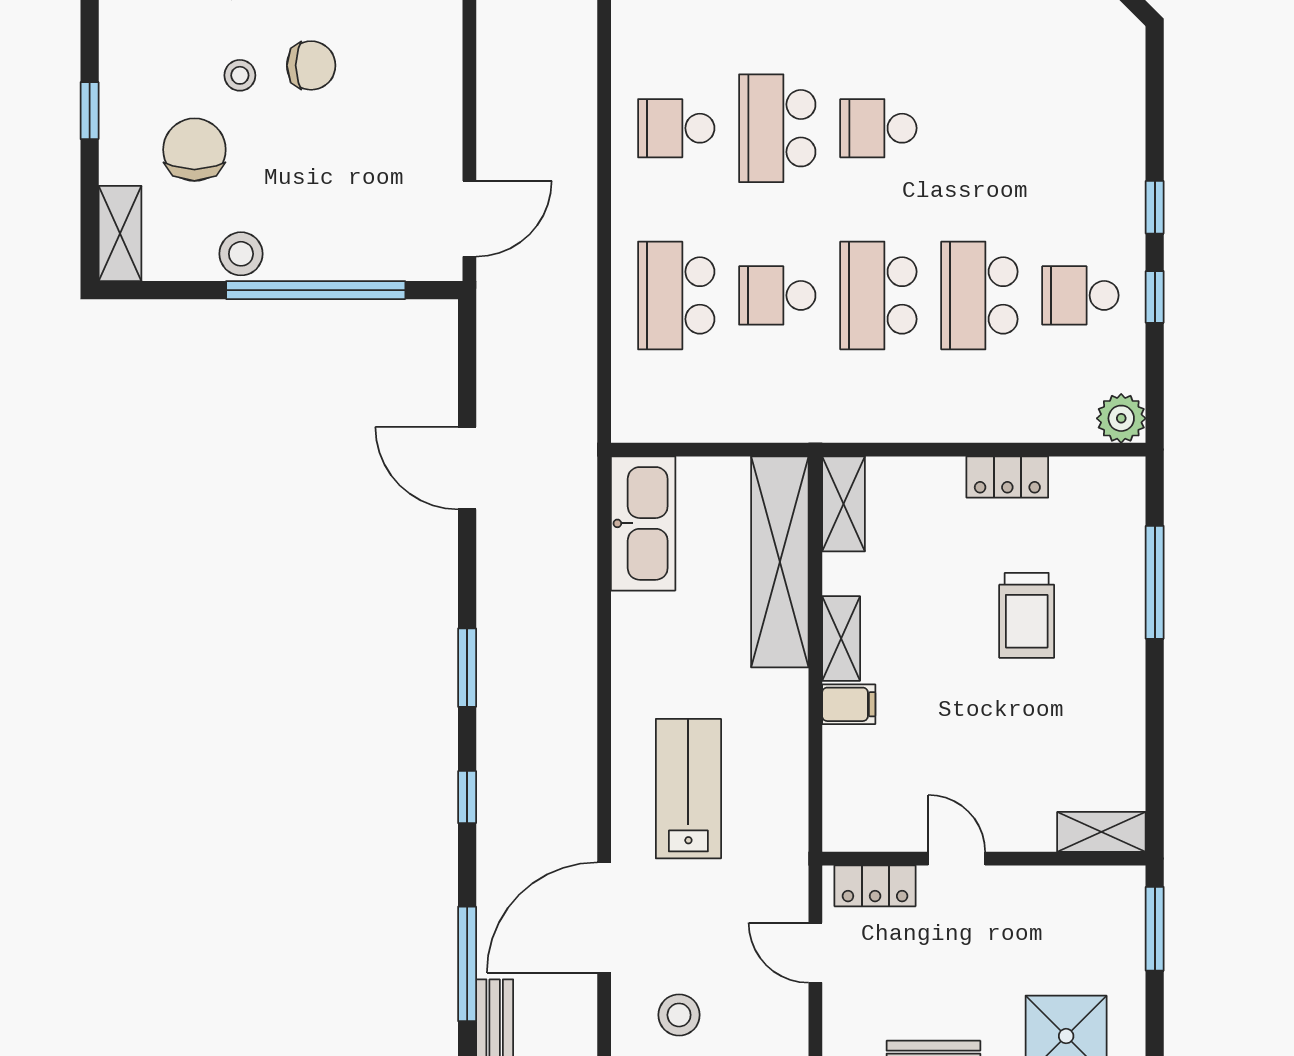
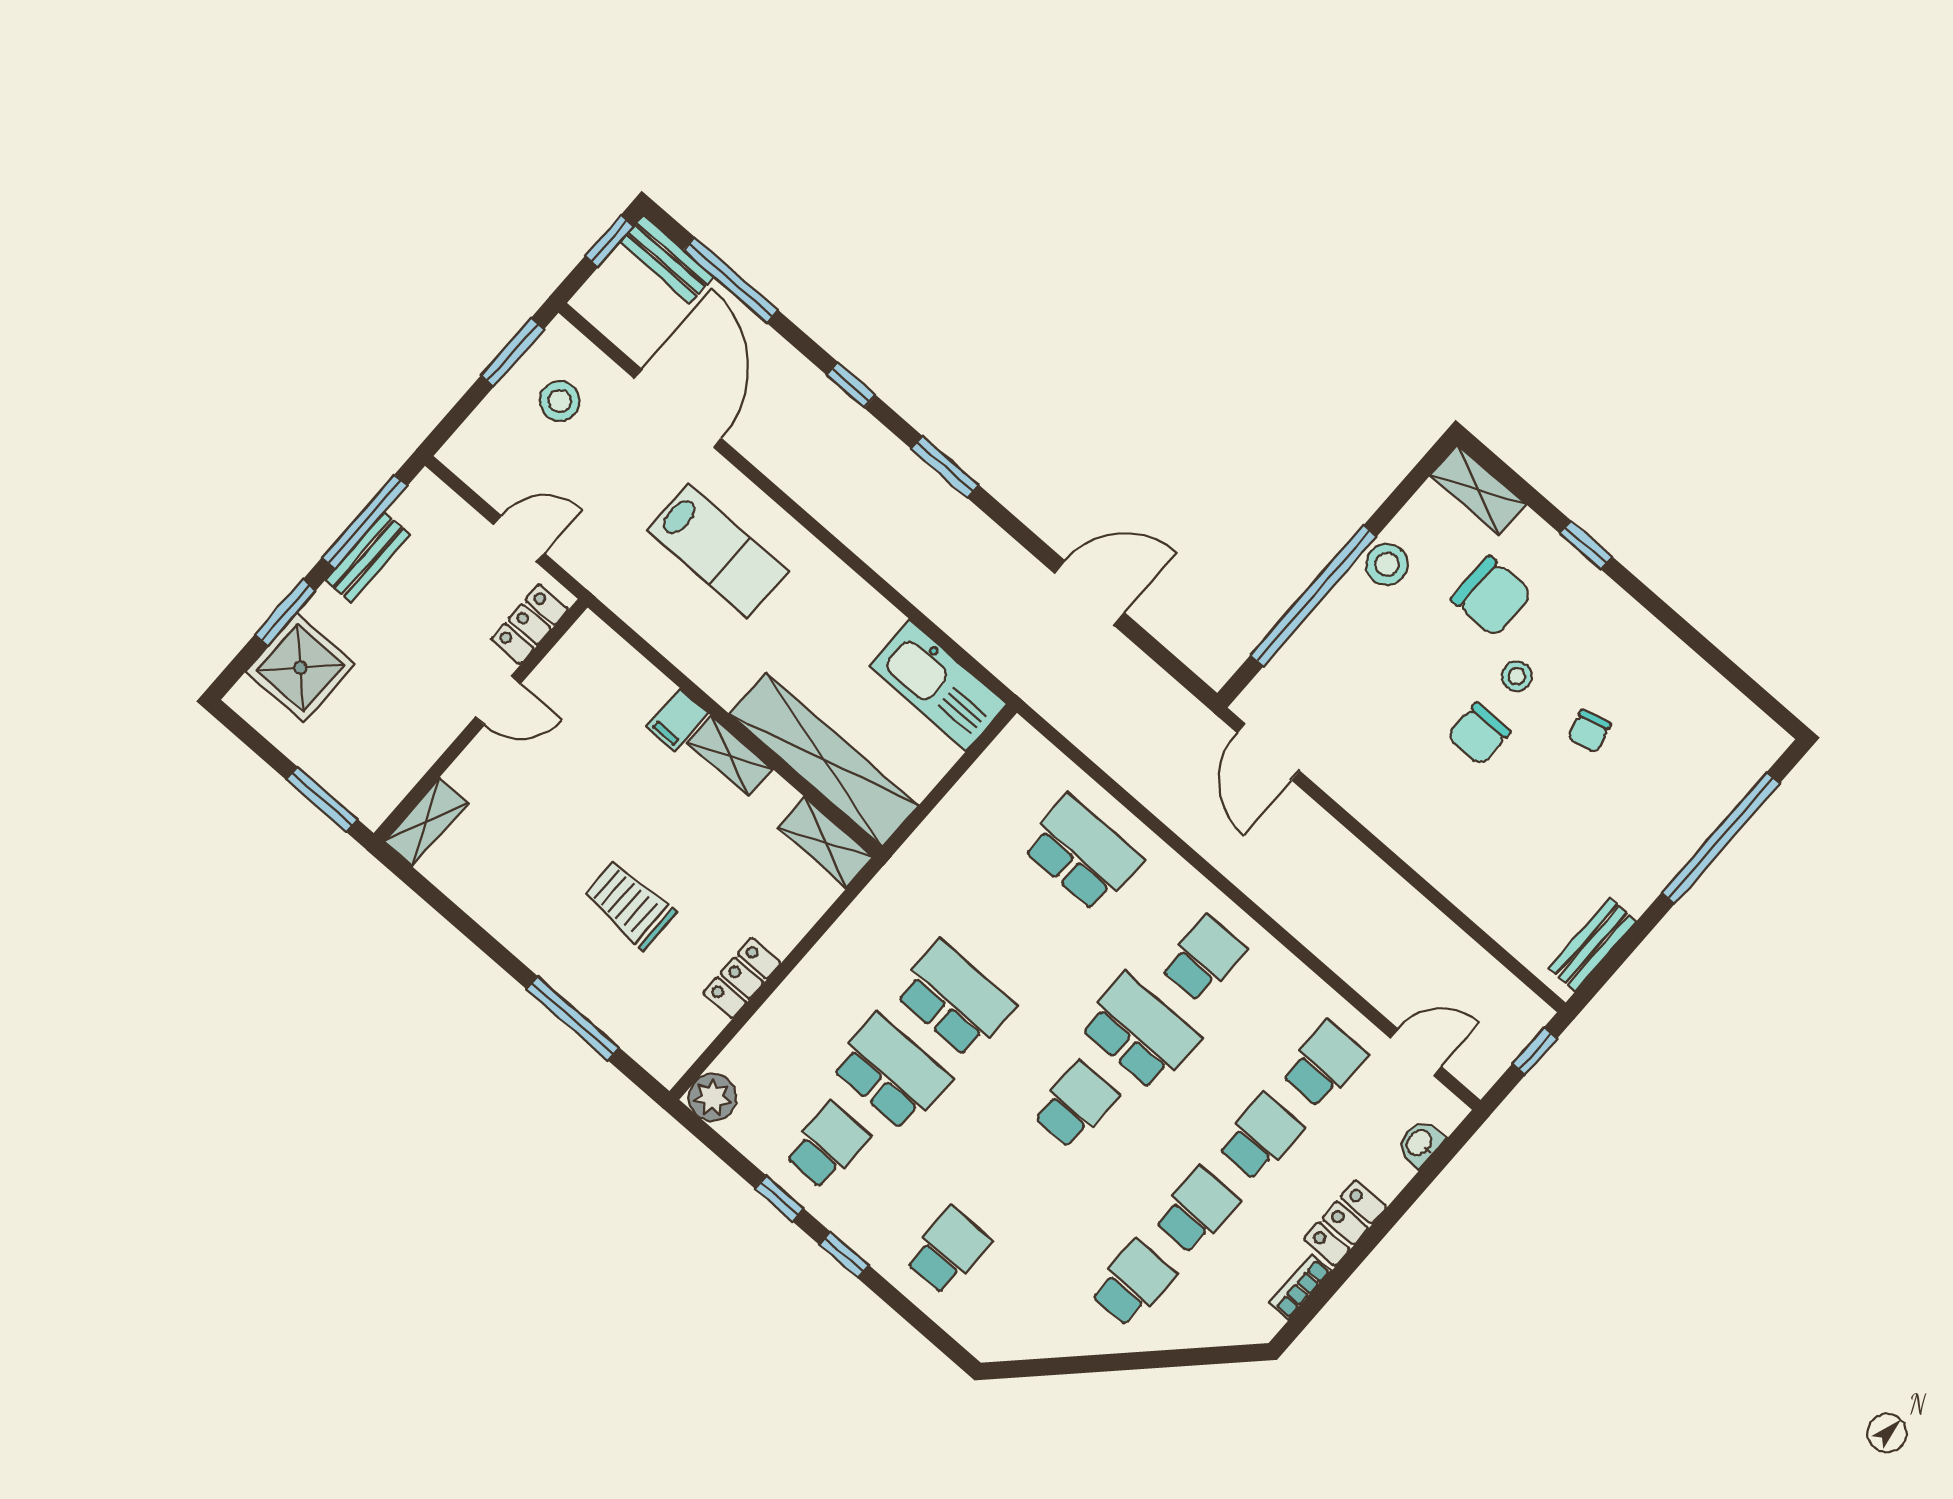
school desk: (777, 295) -> (948, 1251), moved

